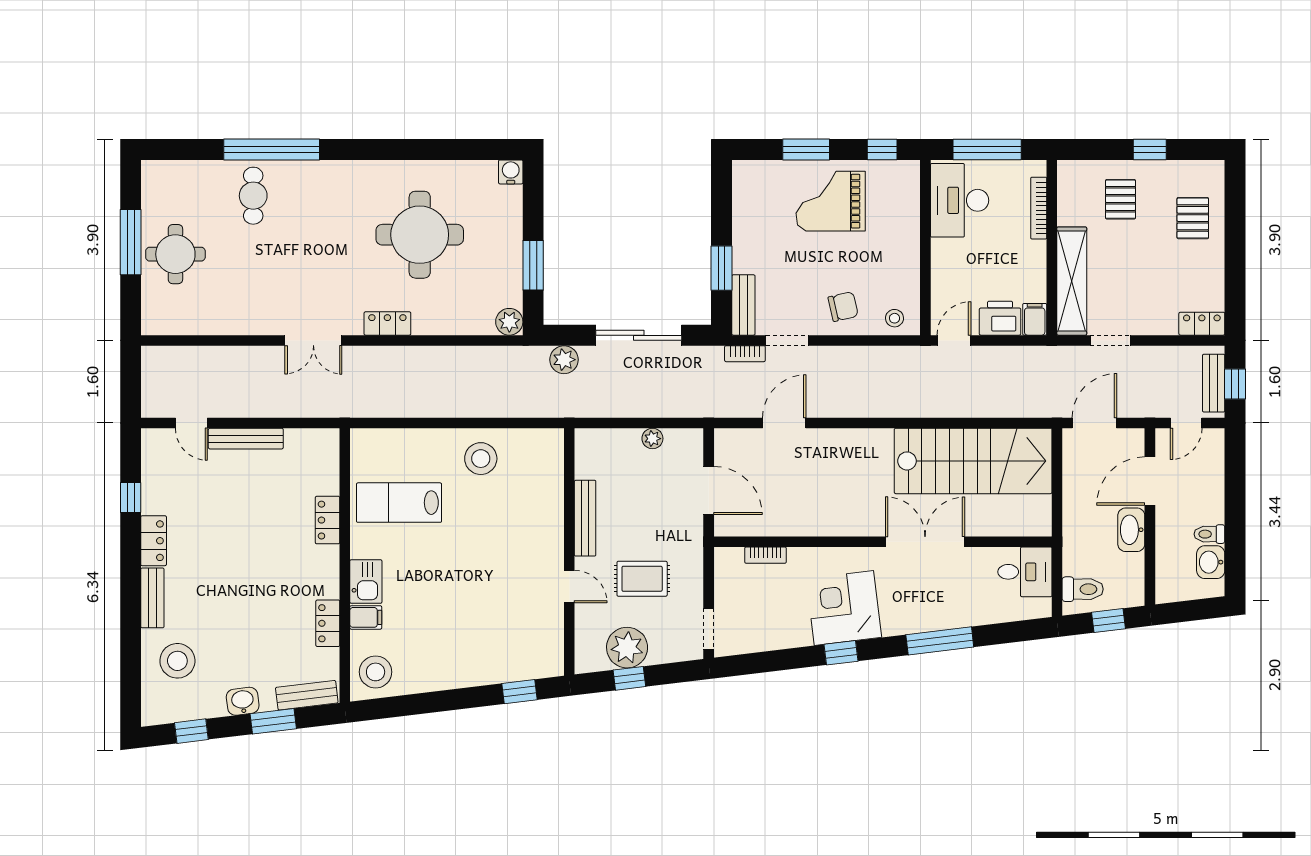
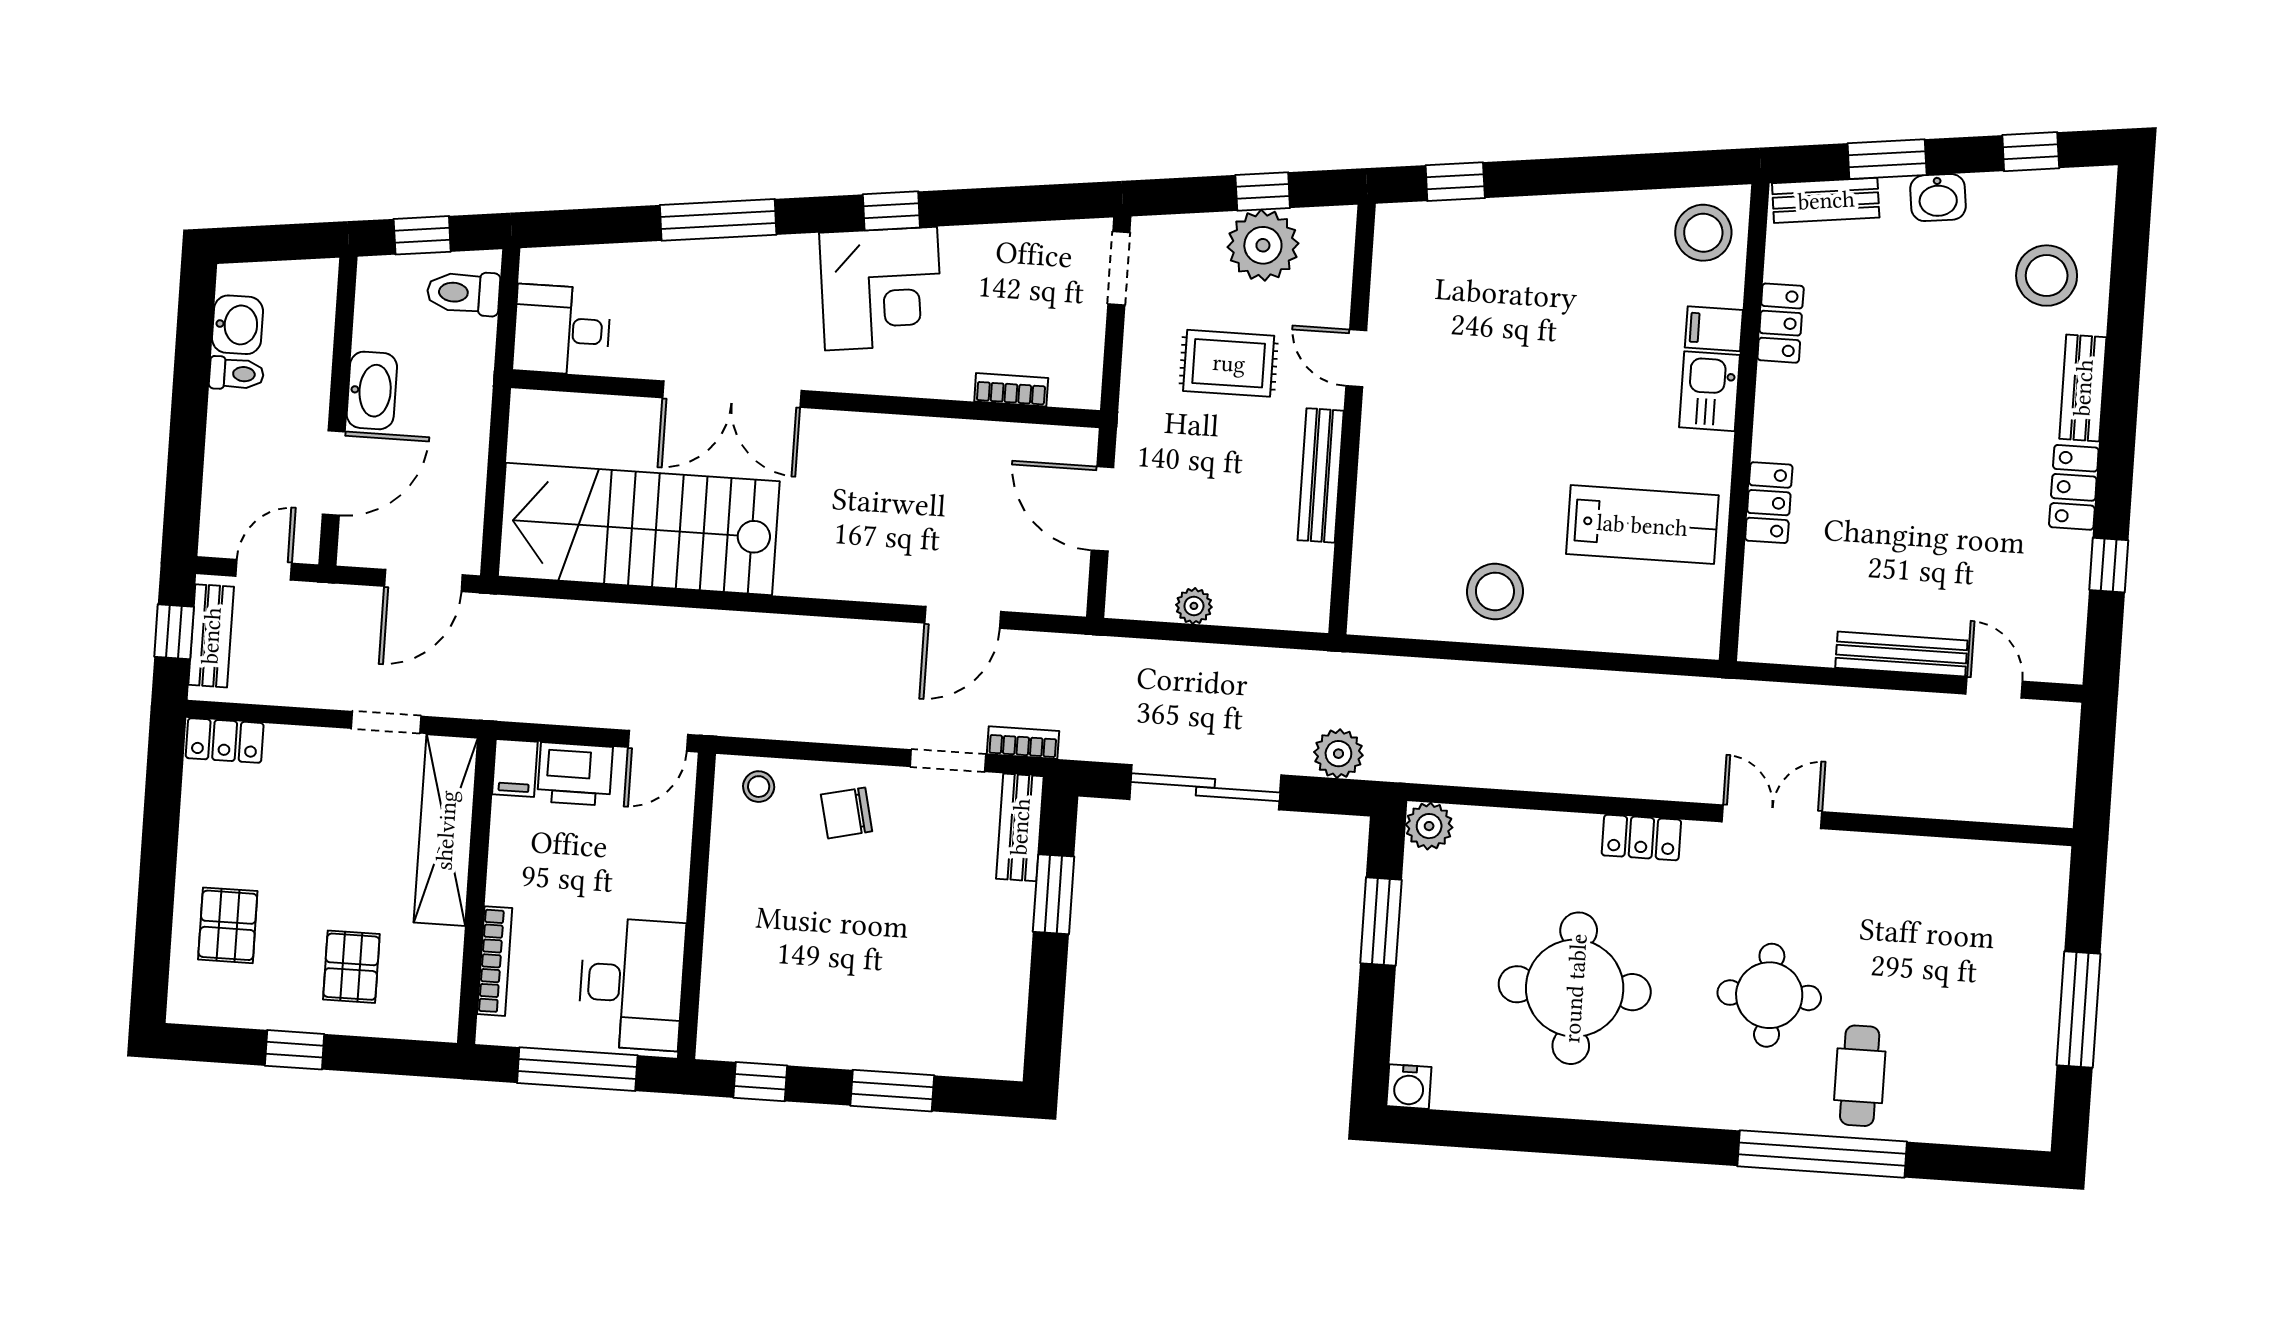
grand piano: (831, 201) -> (856, 998), removed
round table: (175, 254) -> (1769, 995), moved

